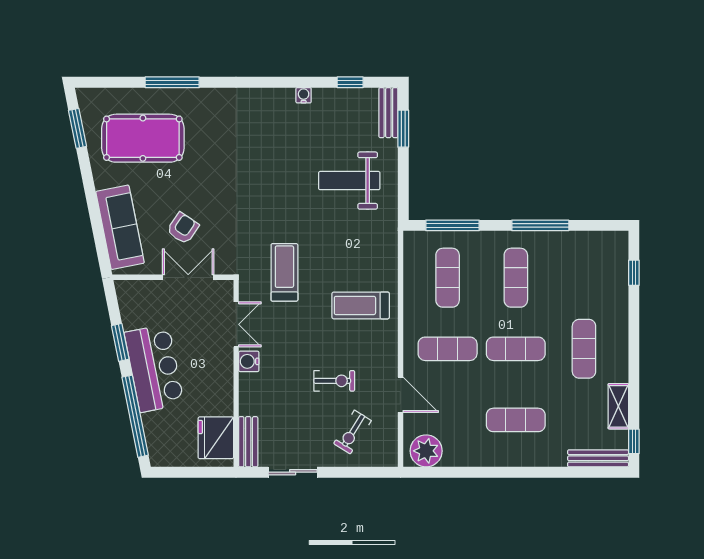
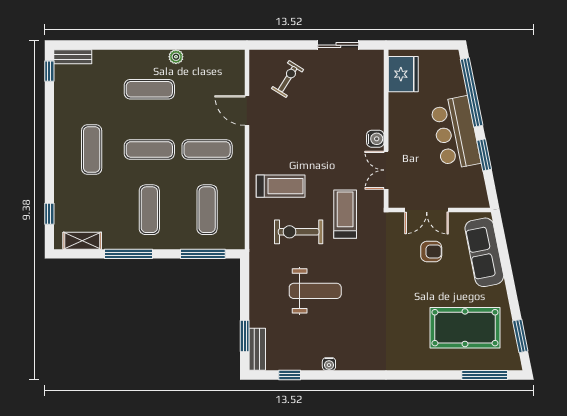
window: (172, 82) -> (485, 375), moved
weight bench: (349, 181) -> (315, 291), moved
armchair: (183, 228) -> (431, 252), turned -124
treadmill: (284, 272) -> (345, 214), turned 180
exercise bike: (334, 381) -> (299, 232), moved, width x1.38, depth x1.39
shelving: (618, 406) -> (82, 241), moved, turned 90
bench: (248, 442) -> (376, 71), removed
plant: (426, 451) -> (176, 57), moved, width x0.53, depth x0.53
bench: (598, 458) -> (73, 57), width x0.73

